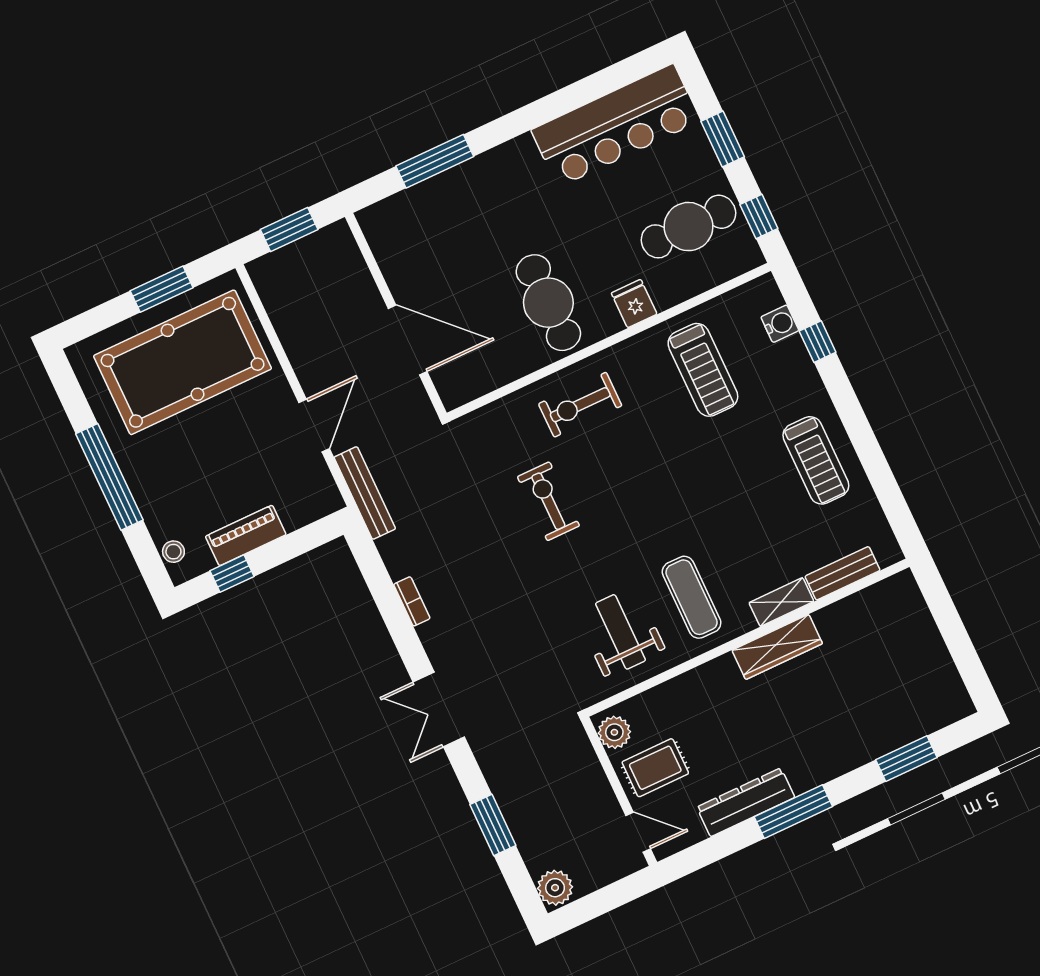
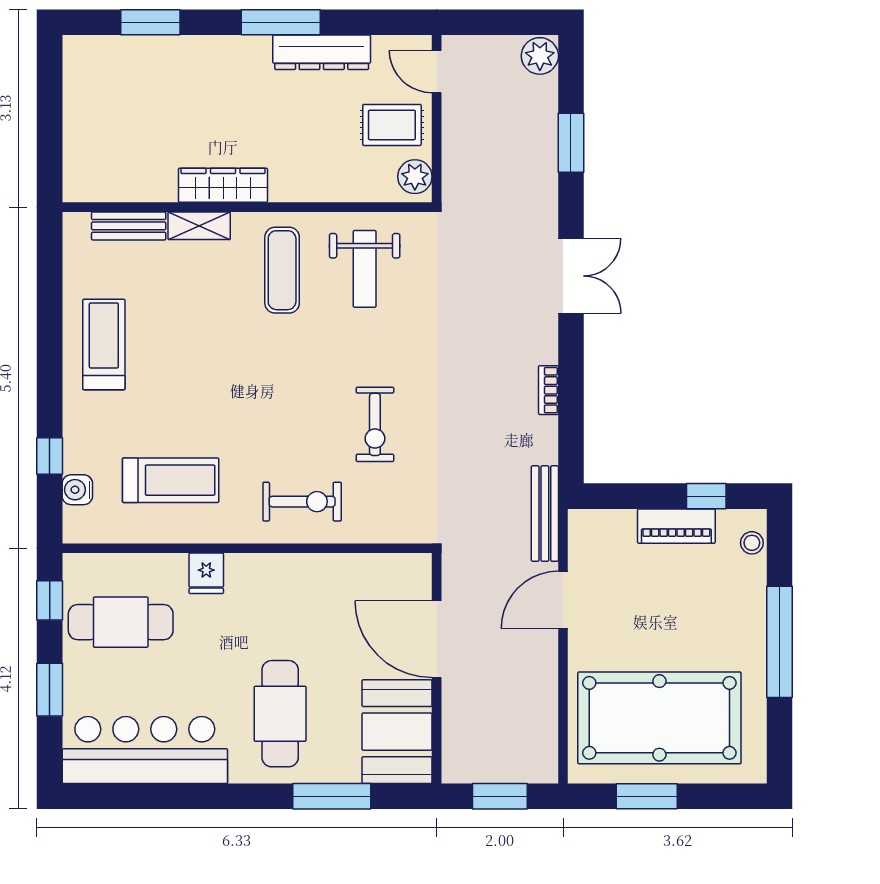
booth: (404, 244) -> (397, 732), added
cafe table: (548, 303) -> (280, 714), moved
treadmill: (703, 370) -> (171, 480), turned 90

